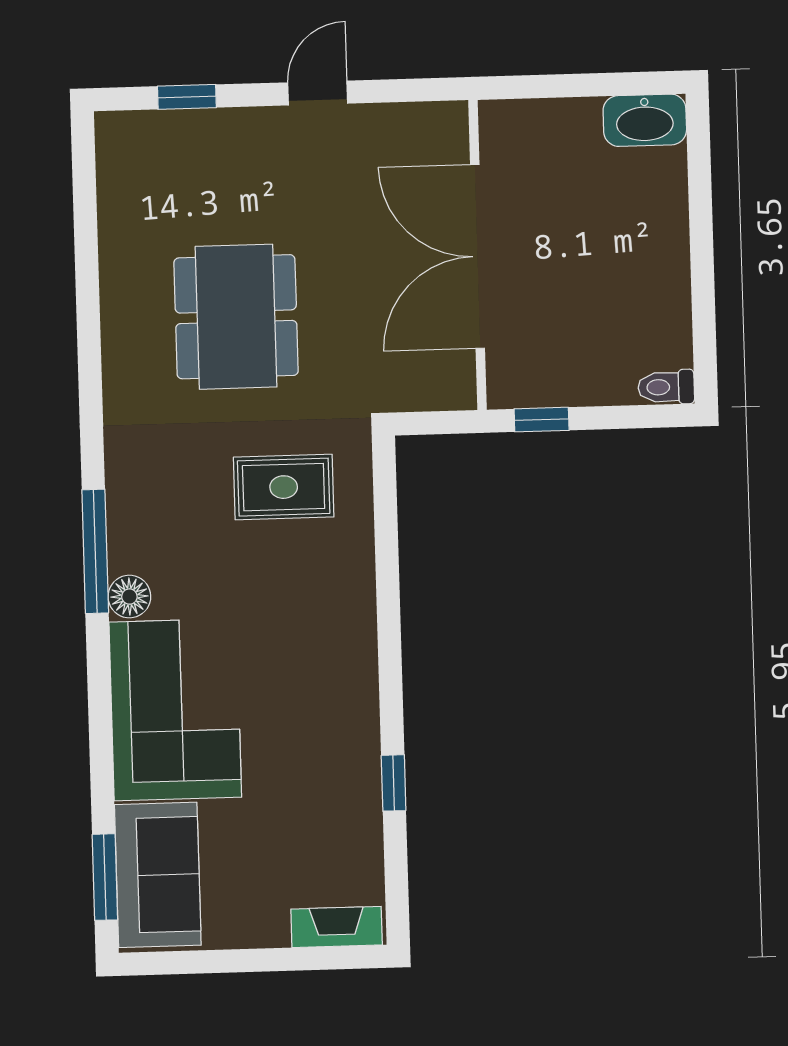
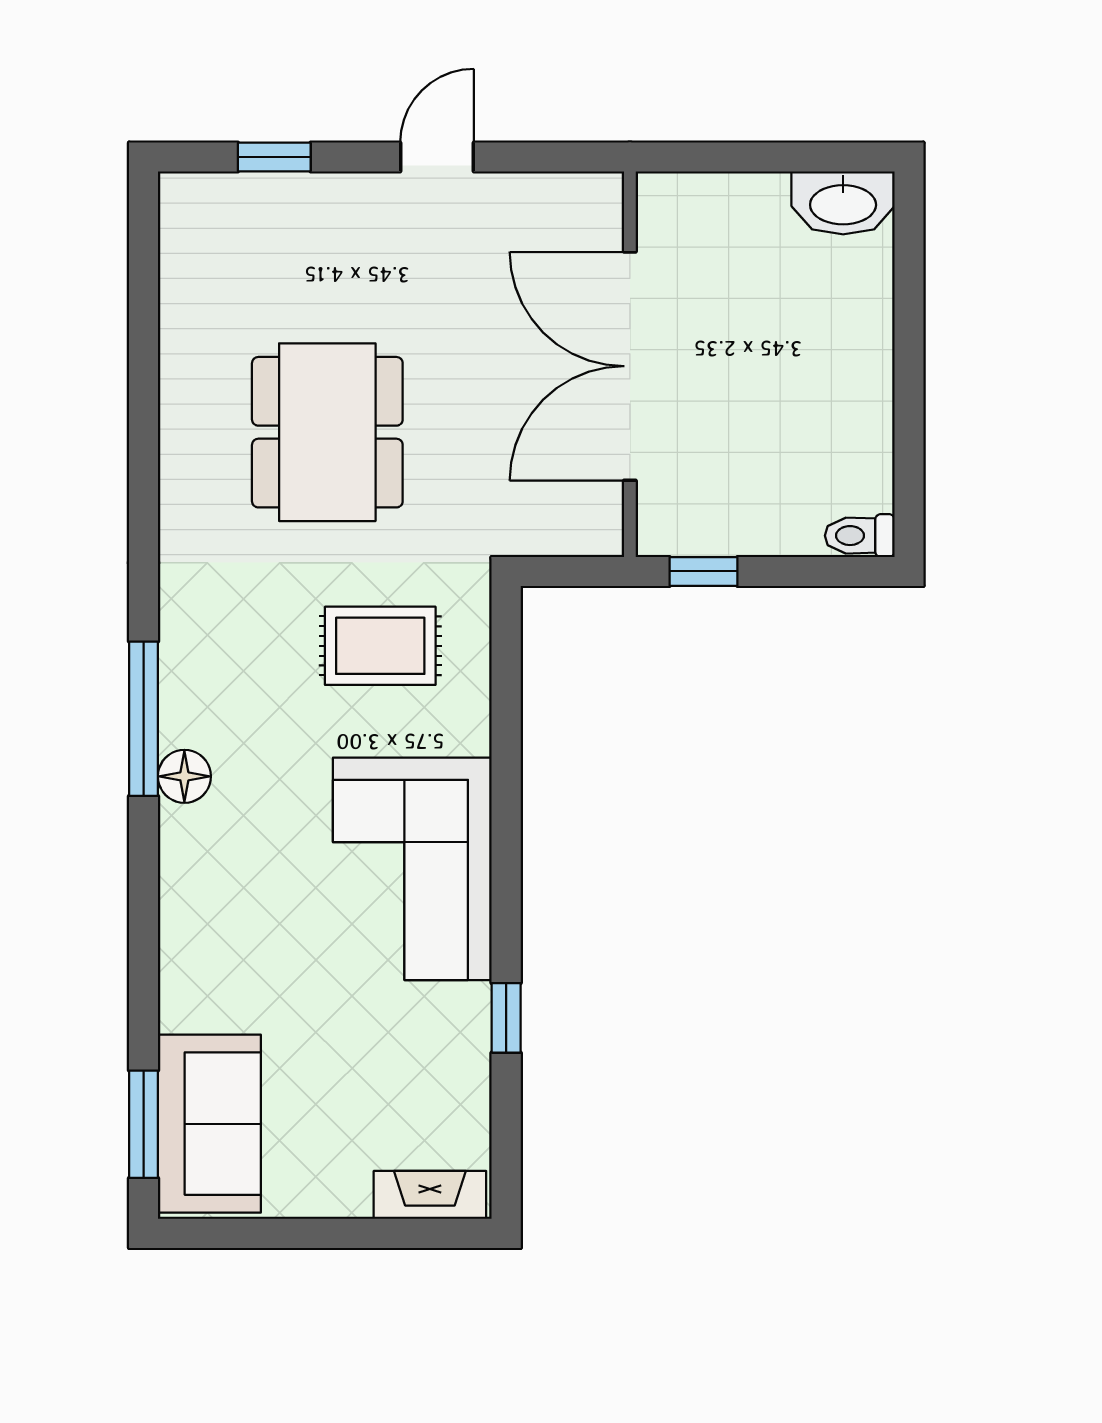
corner sofa: (175, 710) -> (412, 869), moved, turned 180

